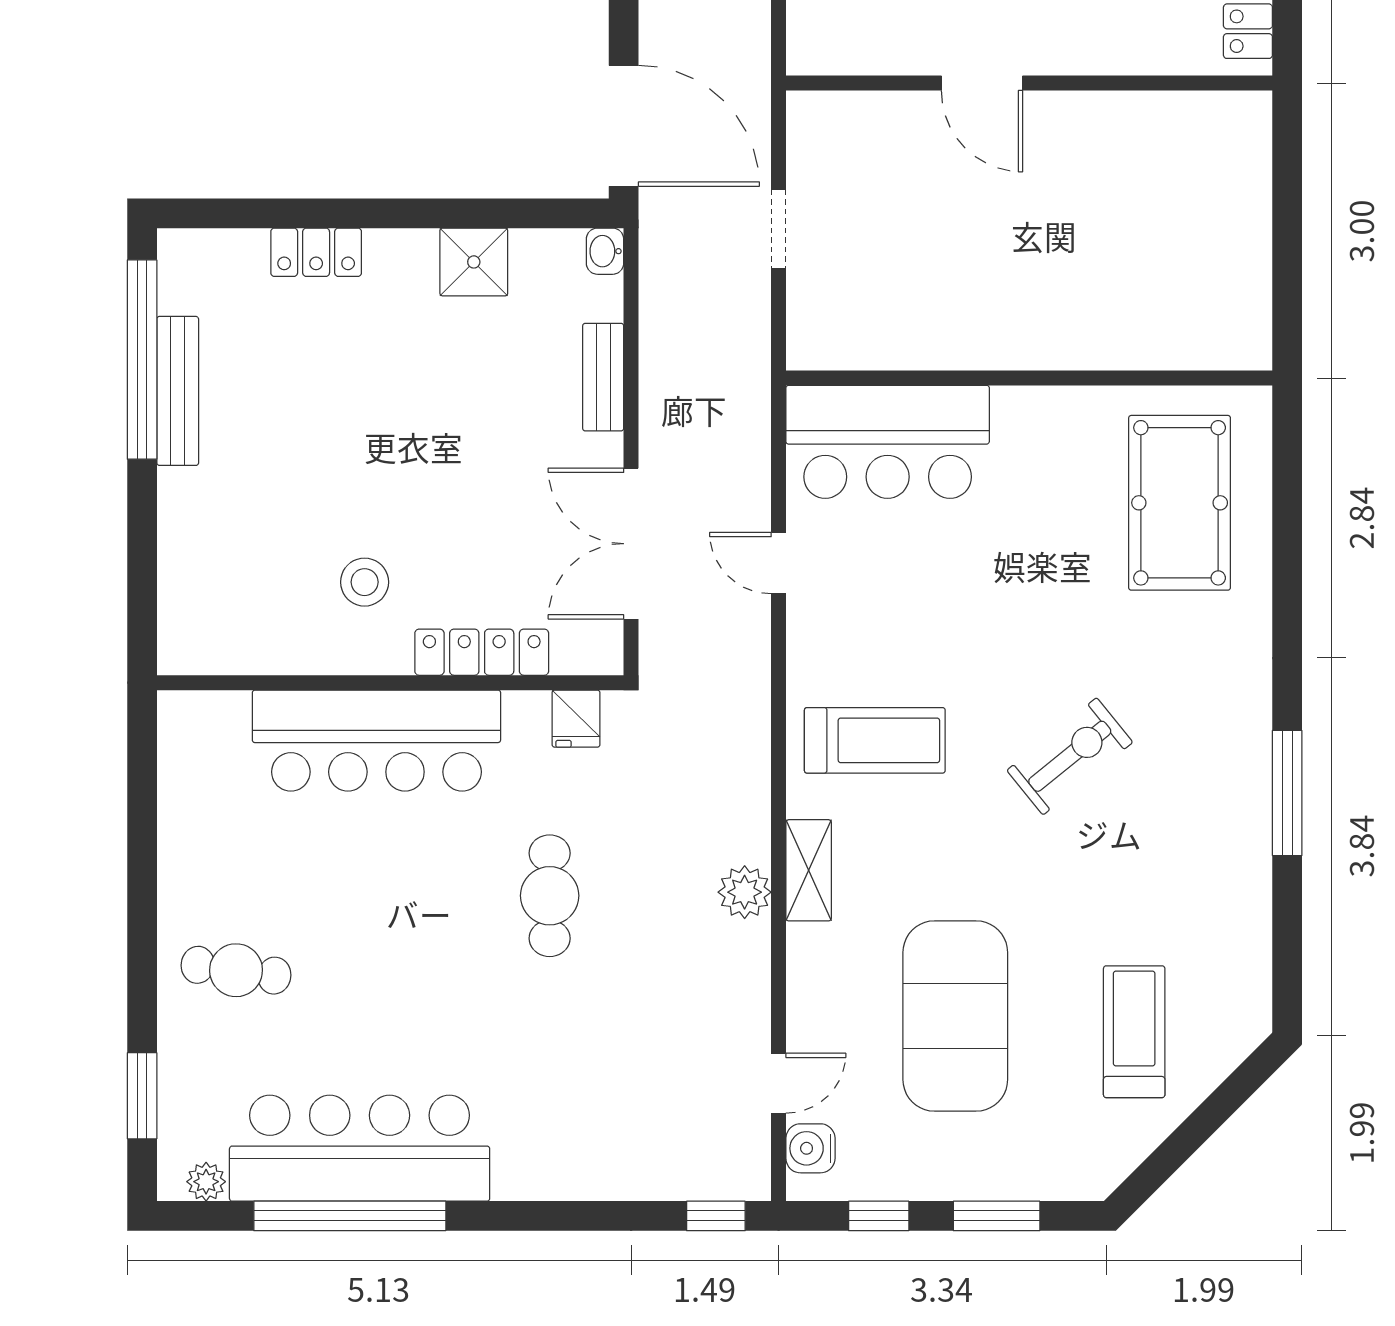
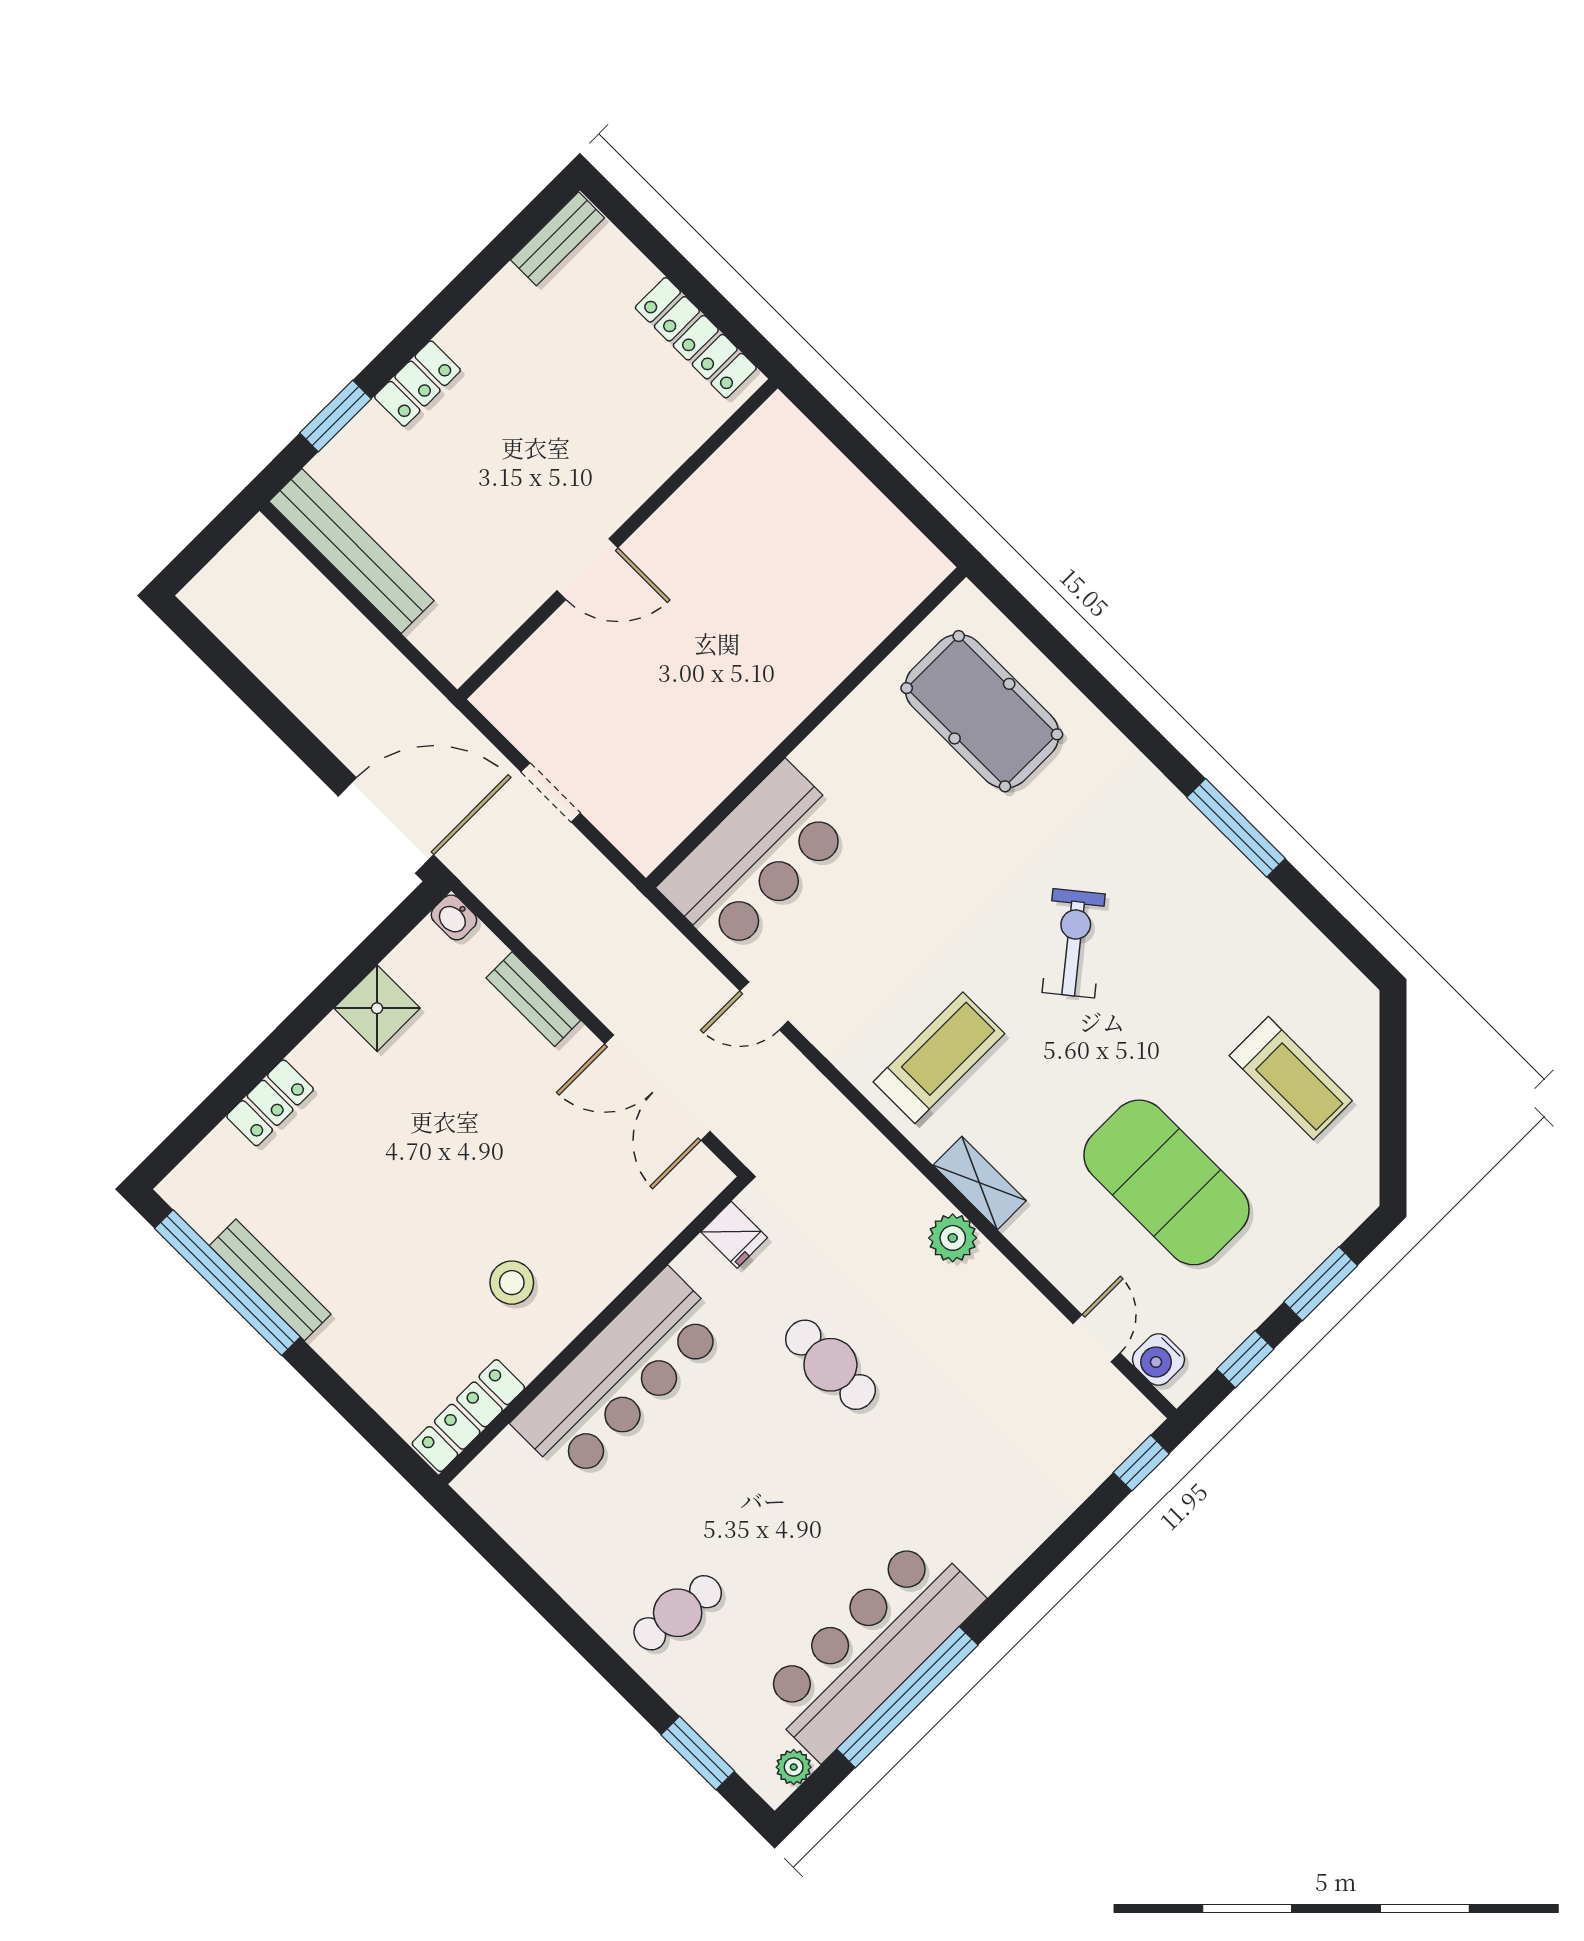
locker: (482, 652) -> (468, 1416), moved
treadmill: (1134, 1032) -> (1291, 1078), turned 180

